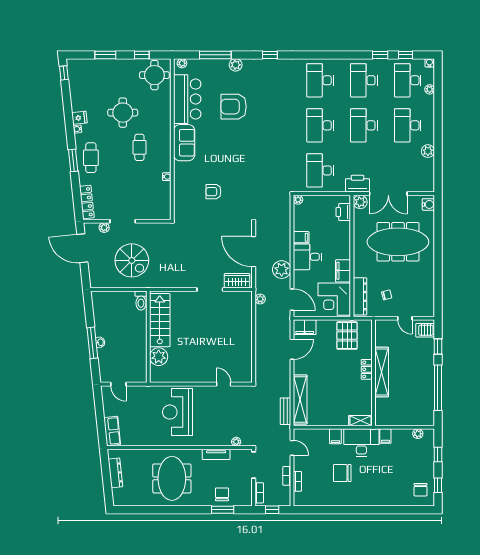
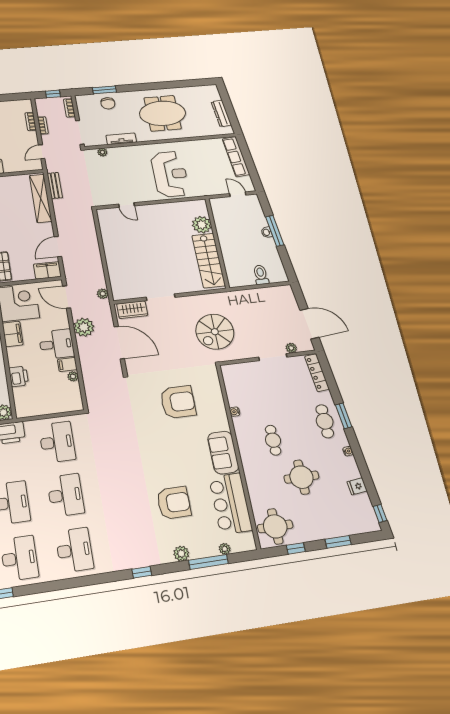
plant: (182, 63) -> (225, 549), moved
fridge: (79, 118) -> (357, 486), moved
armchair: (213, 192) -> (178, 402), width x1.88, depth x1.88
plant: (298, 200) -> (73, 376), moved
printer: (343, 212) -> (19, 376), moved
spiral stairs: (132, 260) -> (215, 332), moved, turned -90
toilet: (141, 301) -> (261, 275), moved
row of seats: (112, 431) -> (236, 157), width x1.48
door: (292, 448) -> (42, 152), hinge flipped
meeting table: (172, 478) -> (163, 113), turned 90

